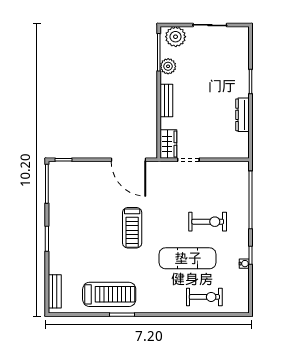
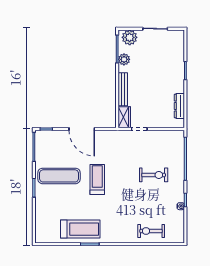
bench: (166, 100) -> (123, 89), width x1.36
dresser: (242, 115) -> (179, 106), moved
door: (128, 160) -> (82, 129), moved
treadmill: (132, 228) -> (97, 180), turned 180
exercise mat: (188, 258) -> (59, 176), moved
bench: (55, 291) -> (40, 227), removed
exercise bike: (204, 297) -> (151, 231), turned 180

